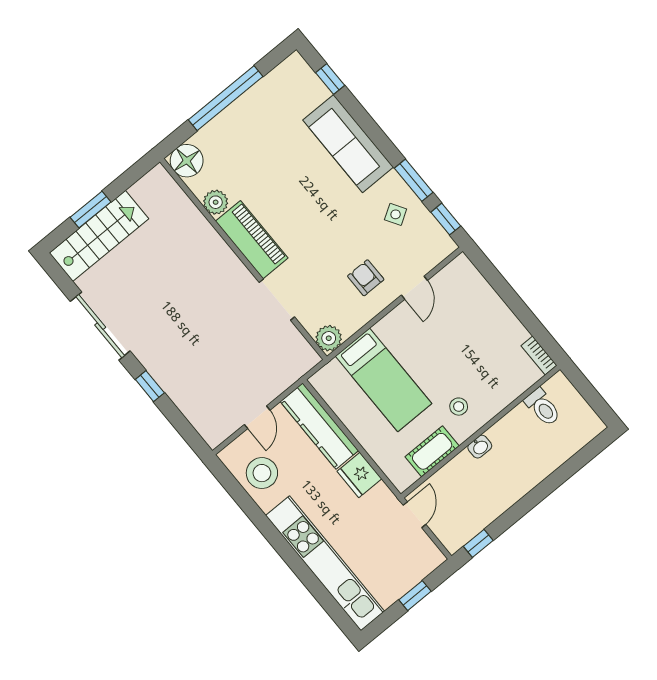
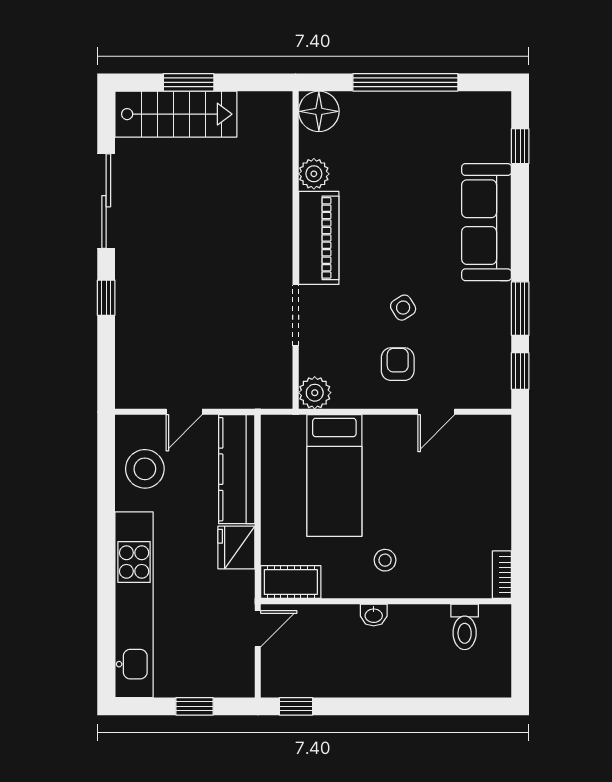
side table: (396, 214) -> (403, 308), moved
cot: (432, 451) -> (291, 582), moved

